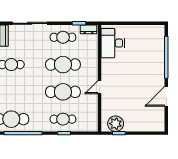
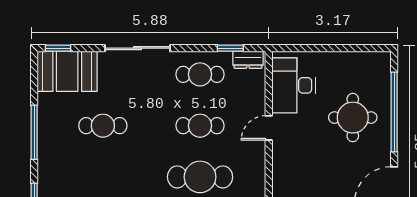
round table: (144, 60) -> (353, 118), added
cafe table: (63, 65) -> (200, 126), width x0.73, depth x0.74
door: (100, 87) -> (269, 128), moved

